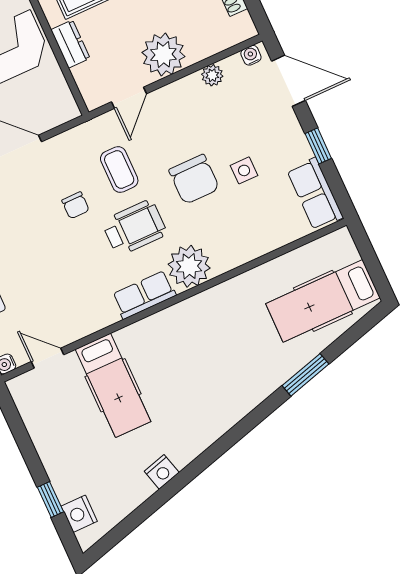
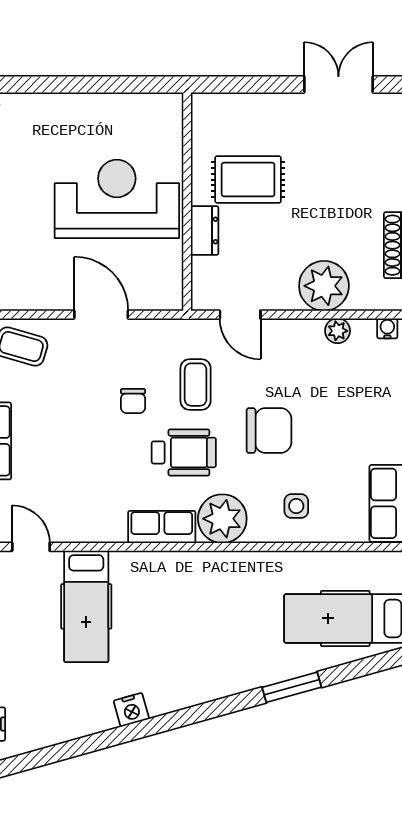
plant: (163, 54) -> (324, 286), moved
door: (129, 98) -> (240, 315), hinge flipped
side table: (244, 170) -> (296, 506), moved
chair: (194, 179) -> (269, 430), turned -90
nightstand: (162, 472) -> (131, 710), moved

